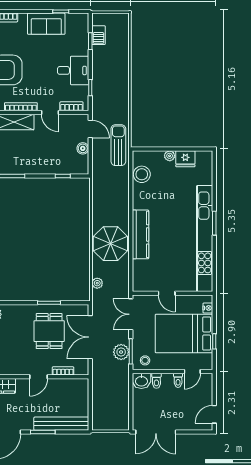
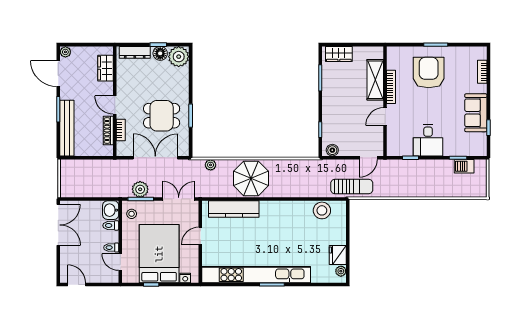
bookcase: (71, 106) -> (391, 139), removed
boiler: (83, 148) -> (332, 150), moved
plant: (170, 156) -> (341, 271), moved
kitchen counter: (140, 234) -> (234, 209), moved
shoe rack: (64, 383) -> (108, 131), added
double door: (156, 432) -> (58, 225), swing flipped

